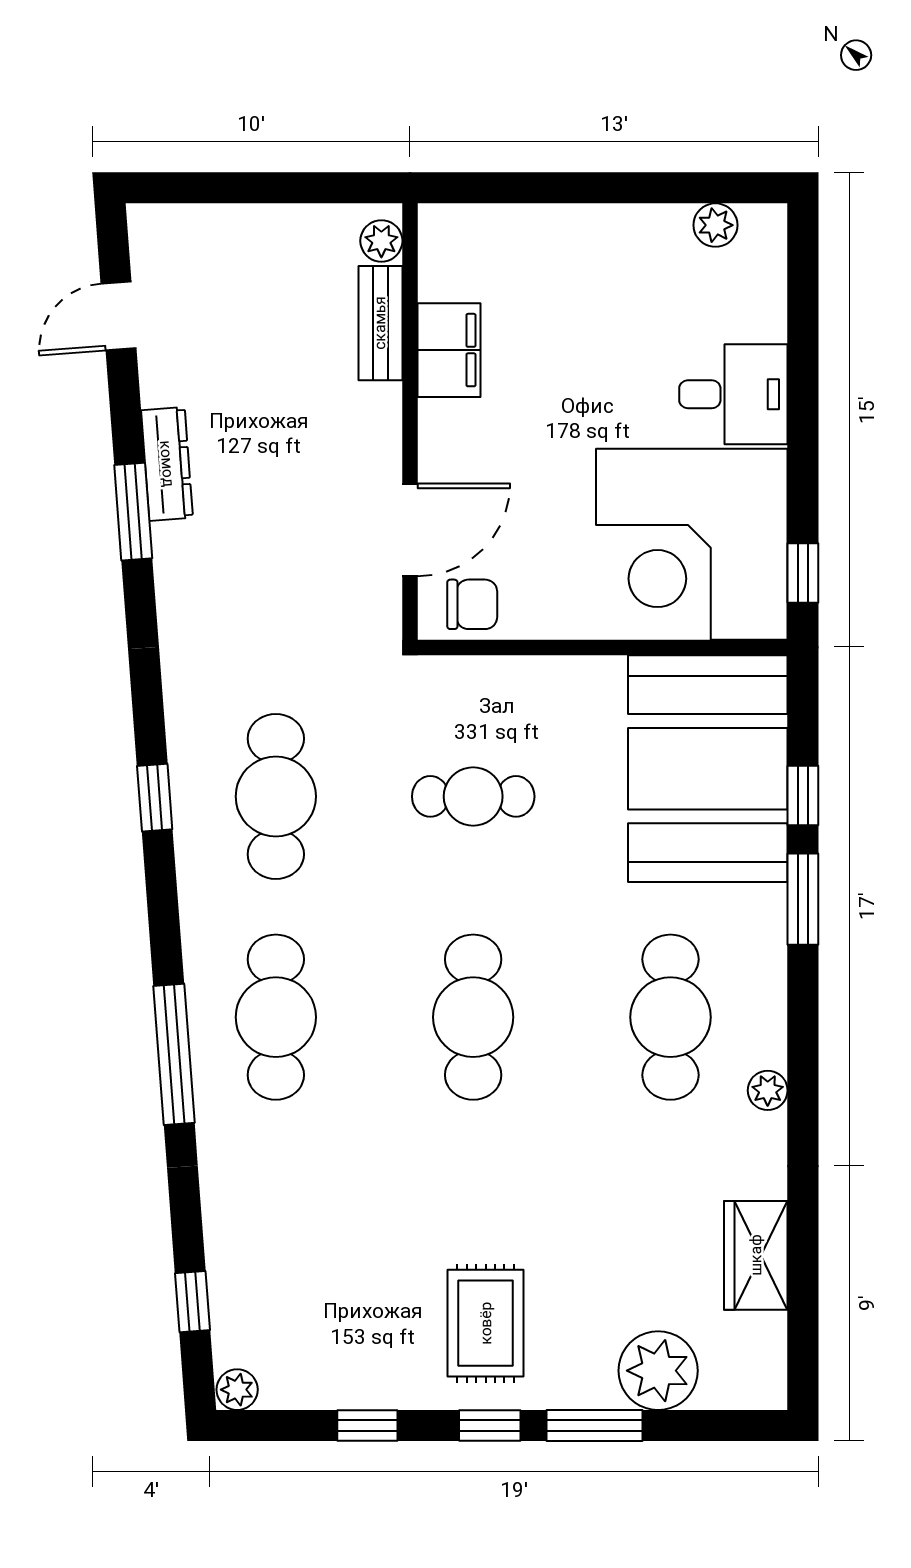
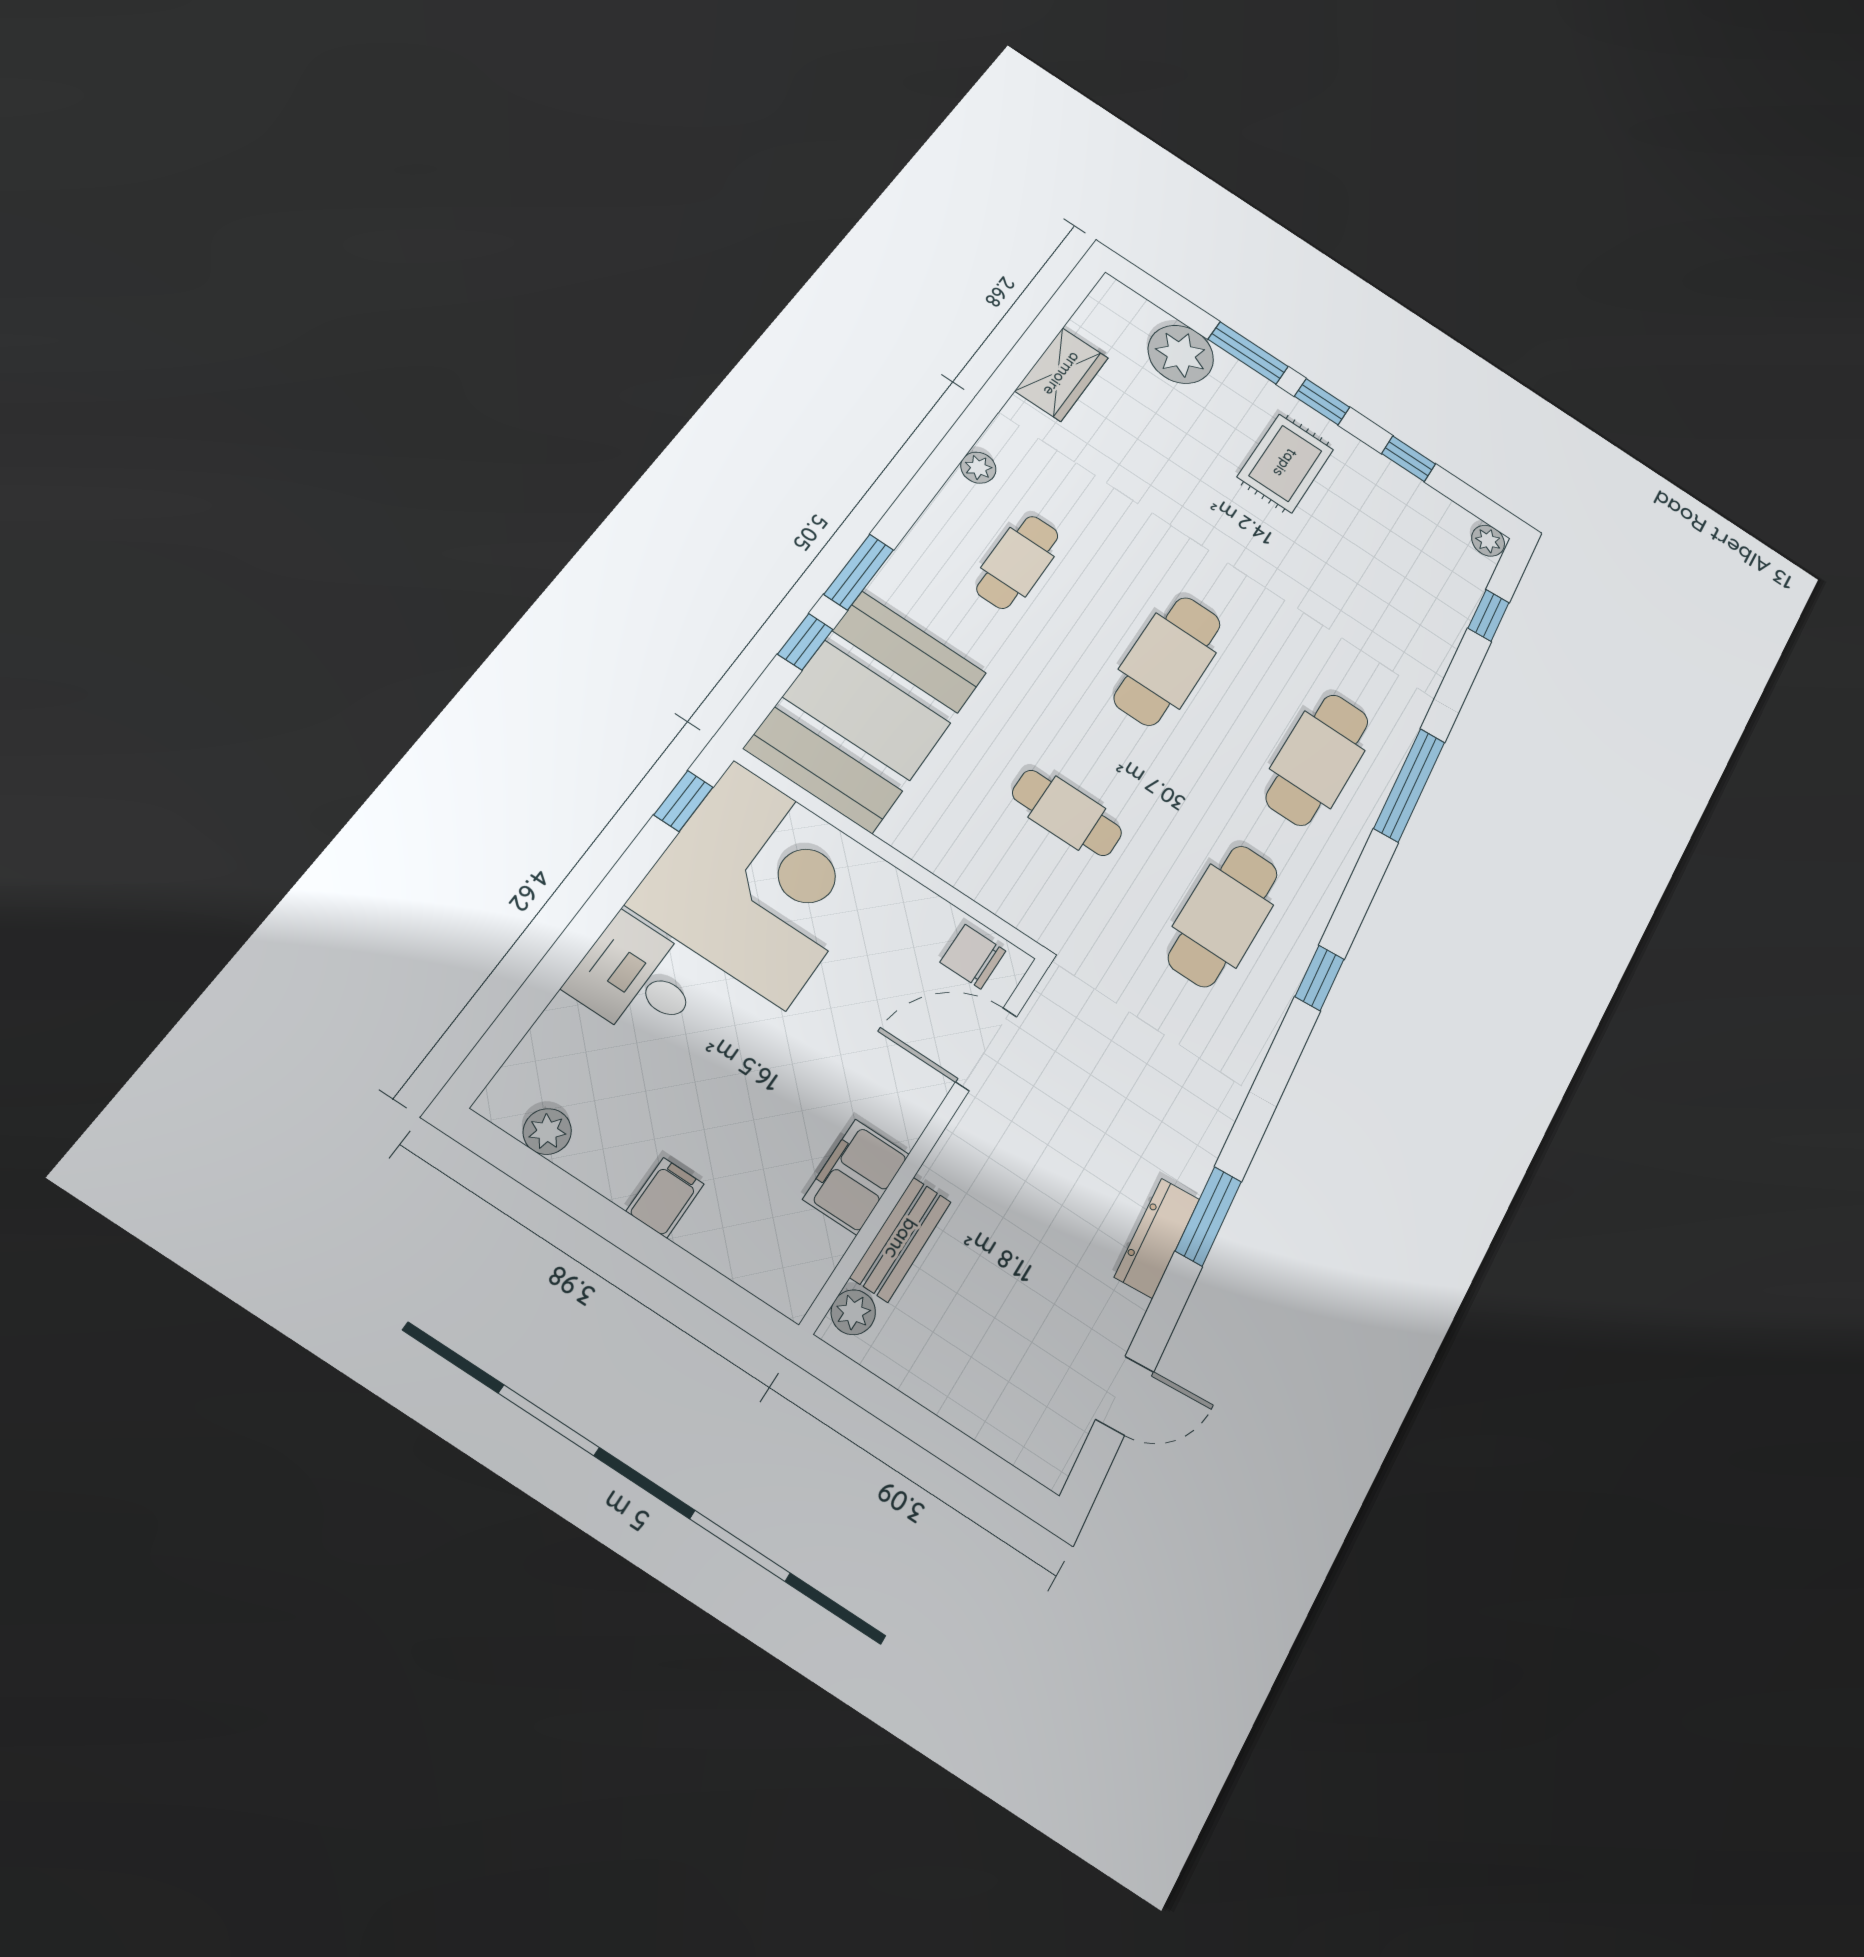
filing cabinet: (589, 234) -> (665, 1198), added
cafe table: (670, 1017) -> (1018, 562), width x0.73, depth x0.74

